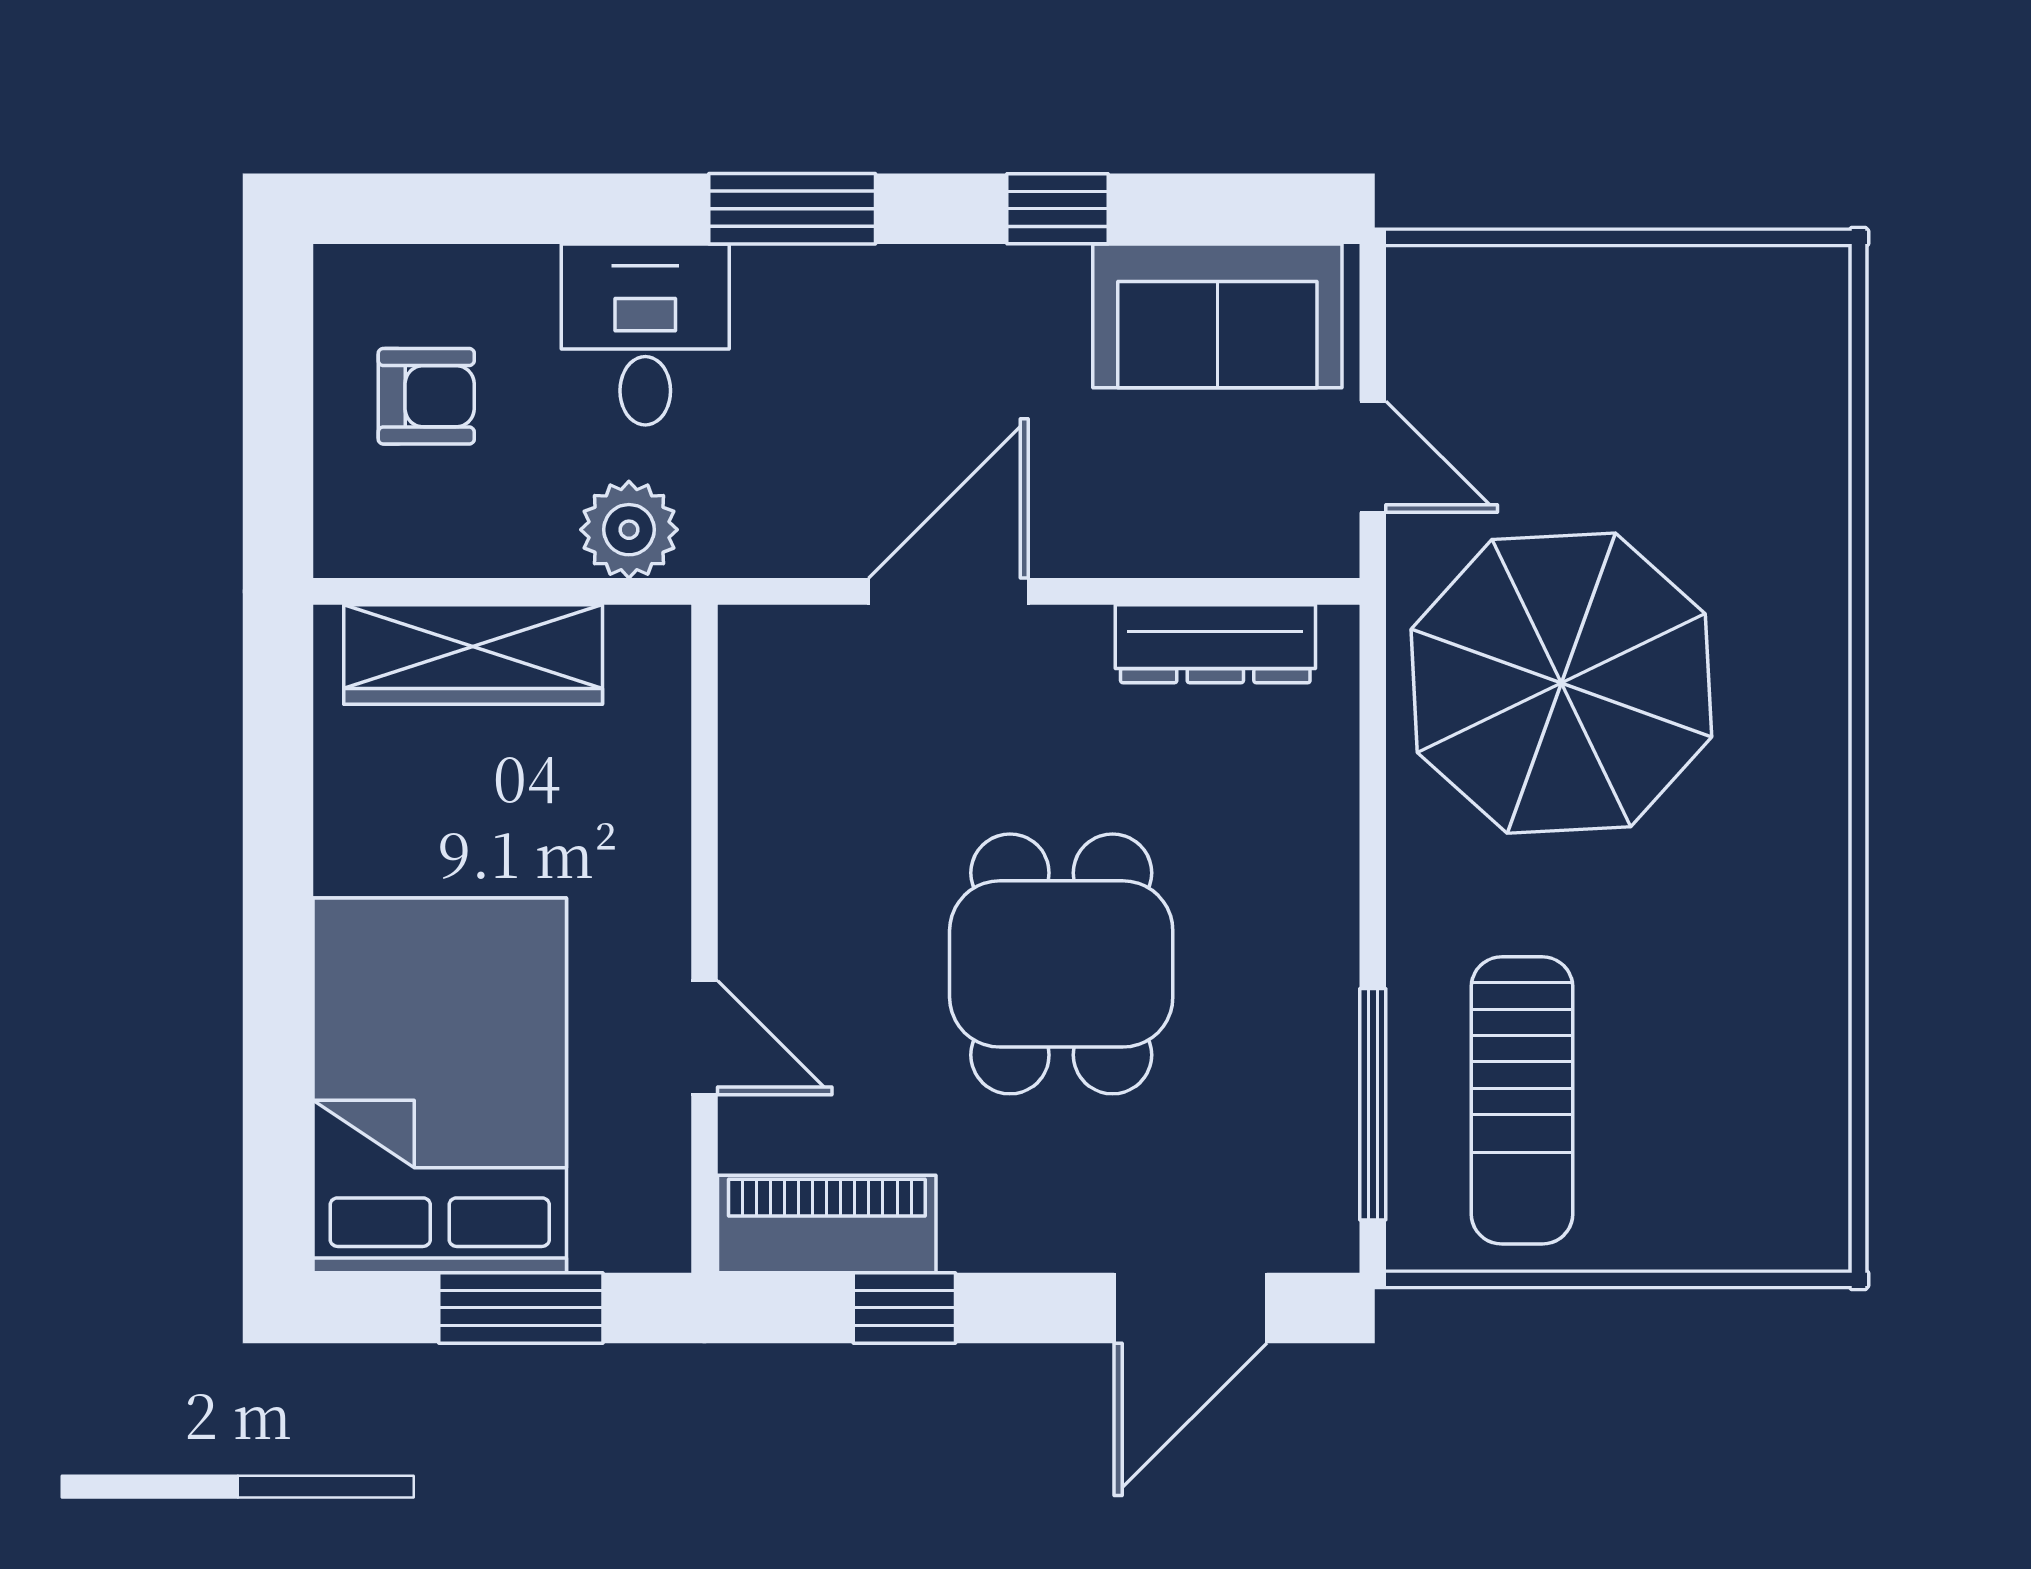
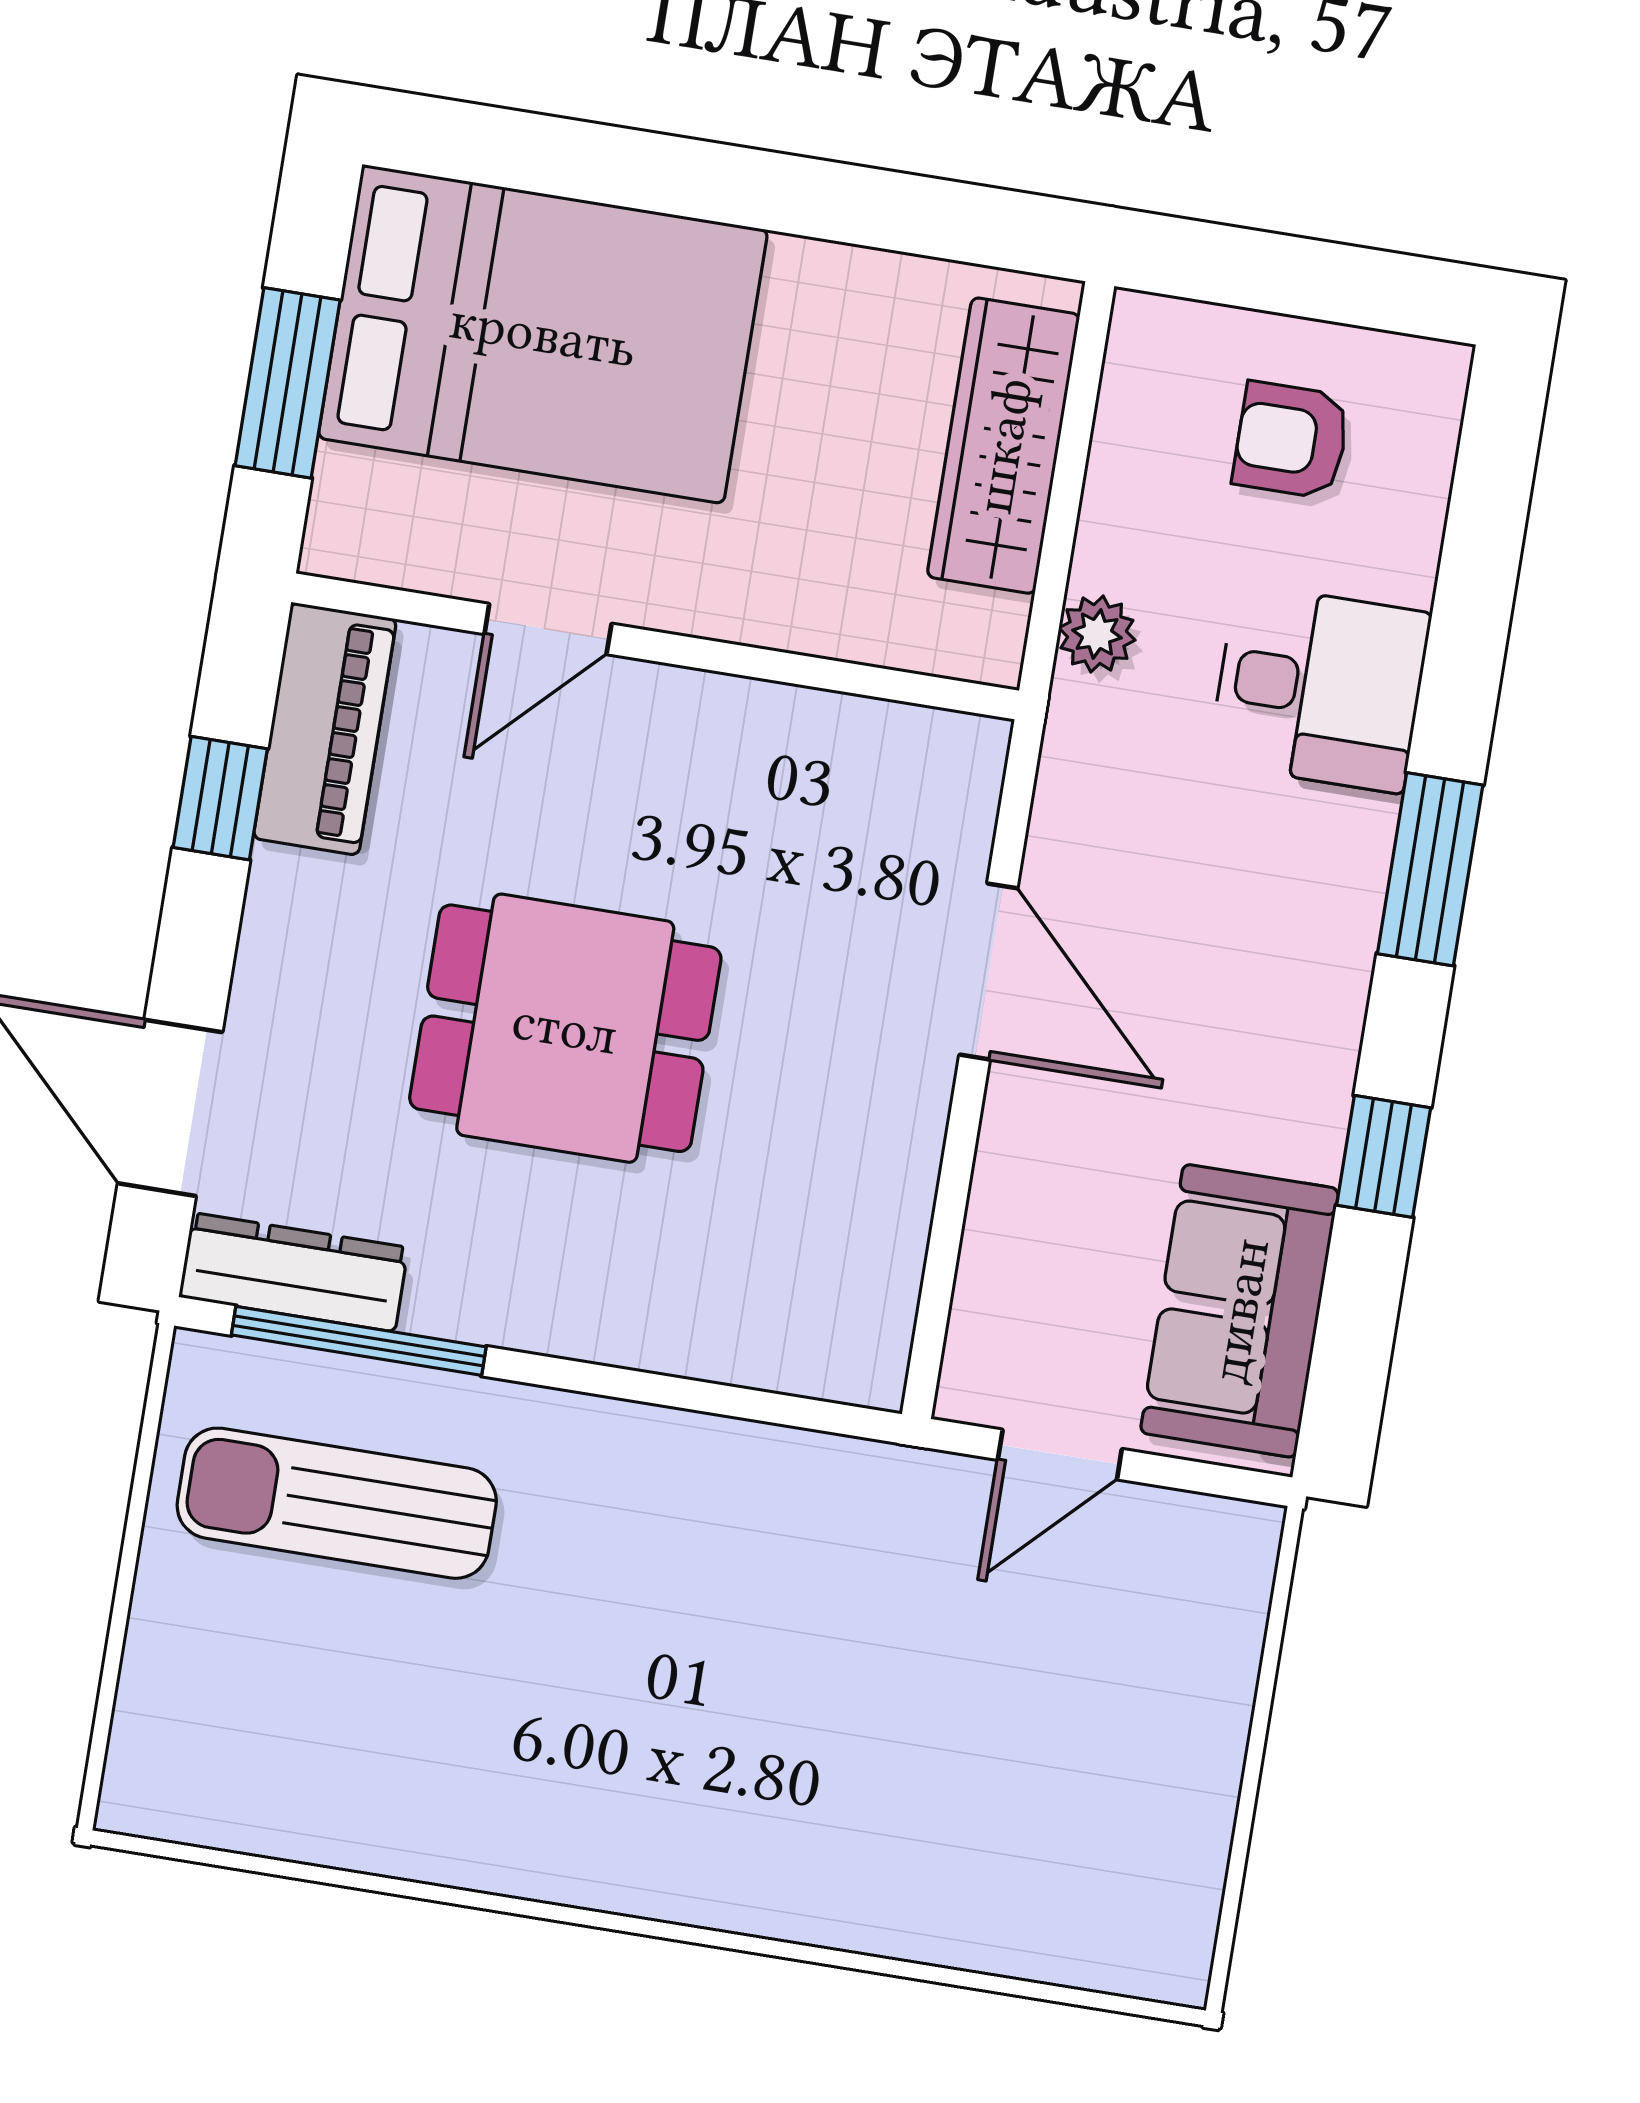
armchair: (426, 396) -> (1291, 440), turned 90
plant: (629, 530) -> (1097, 634), width x0.73, depth x0.73
dresser: (1215, 644) -> (294, 1272), moved, turned 90
parasol: (1561, 683) -> (782, 1619), removed

